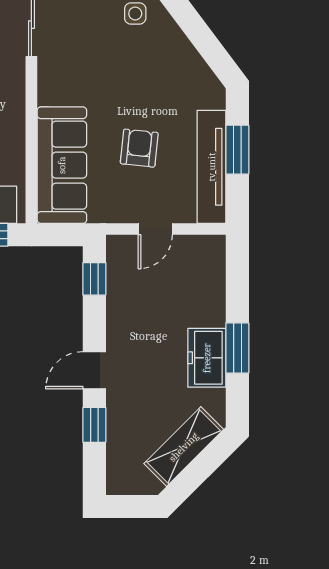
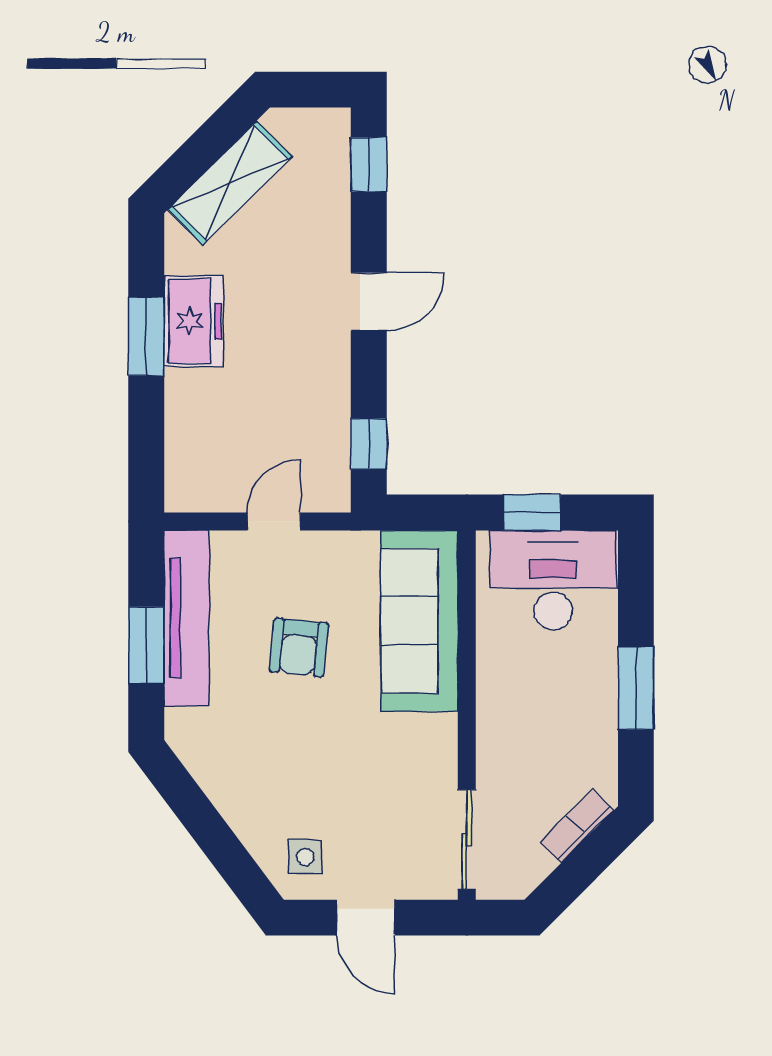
window: (94, 425) -> (369, 164), moved

